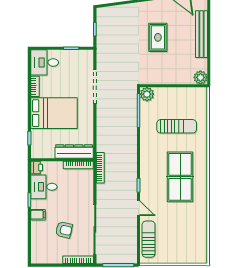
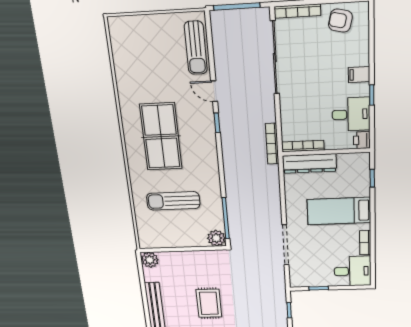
bed: (54, 113) -> (339, 211), width x0.67
armchair: (64, 230) -> (340, 21), moved

